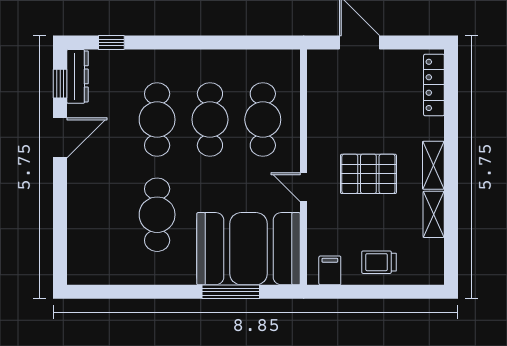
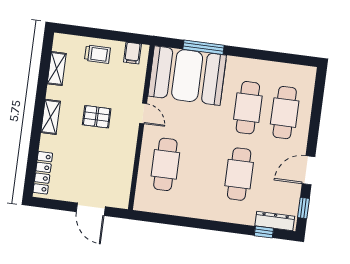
dresser: (78, 76) -> (275, 221), moved, turned 90
cafe table: (210, 120) -> (285, 113), moved
pallet: (368, 174) -> (97, 117), width x0.67, depth x0.71
shelving: (434, 214) -> (57, 69), moved

